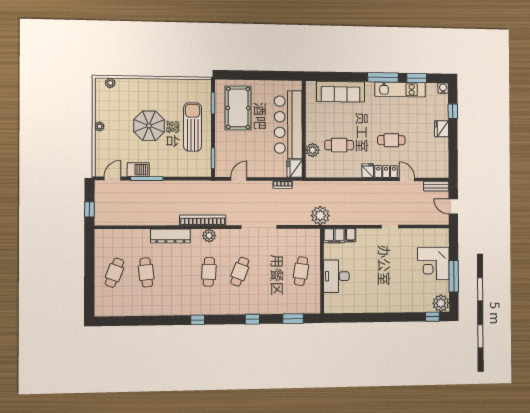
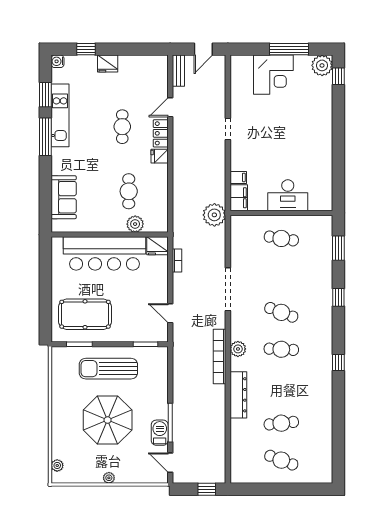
sofa: (341, 92) -> (64, 197), width x0.73
parasol: (149, 126) -> (108, 420), width x1.36, depth x1.36

